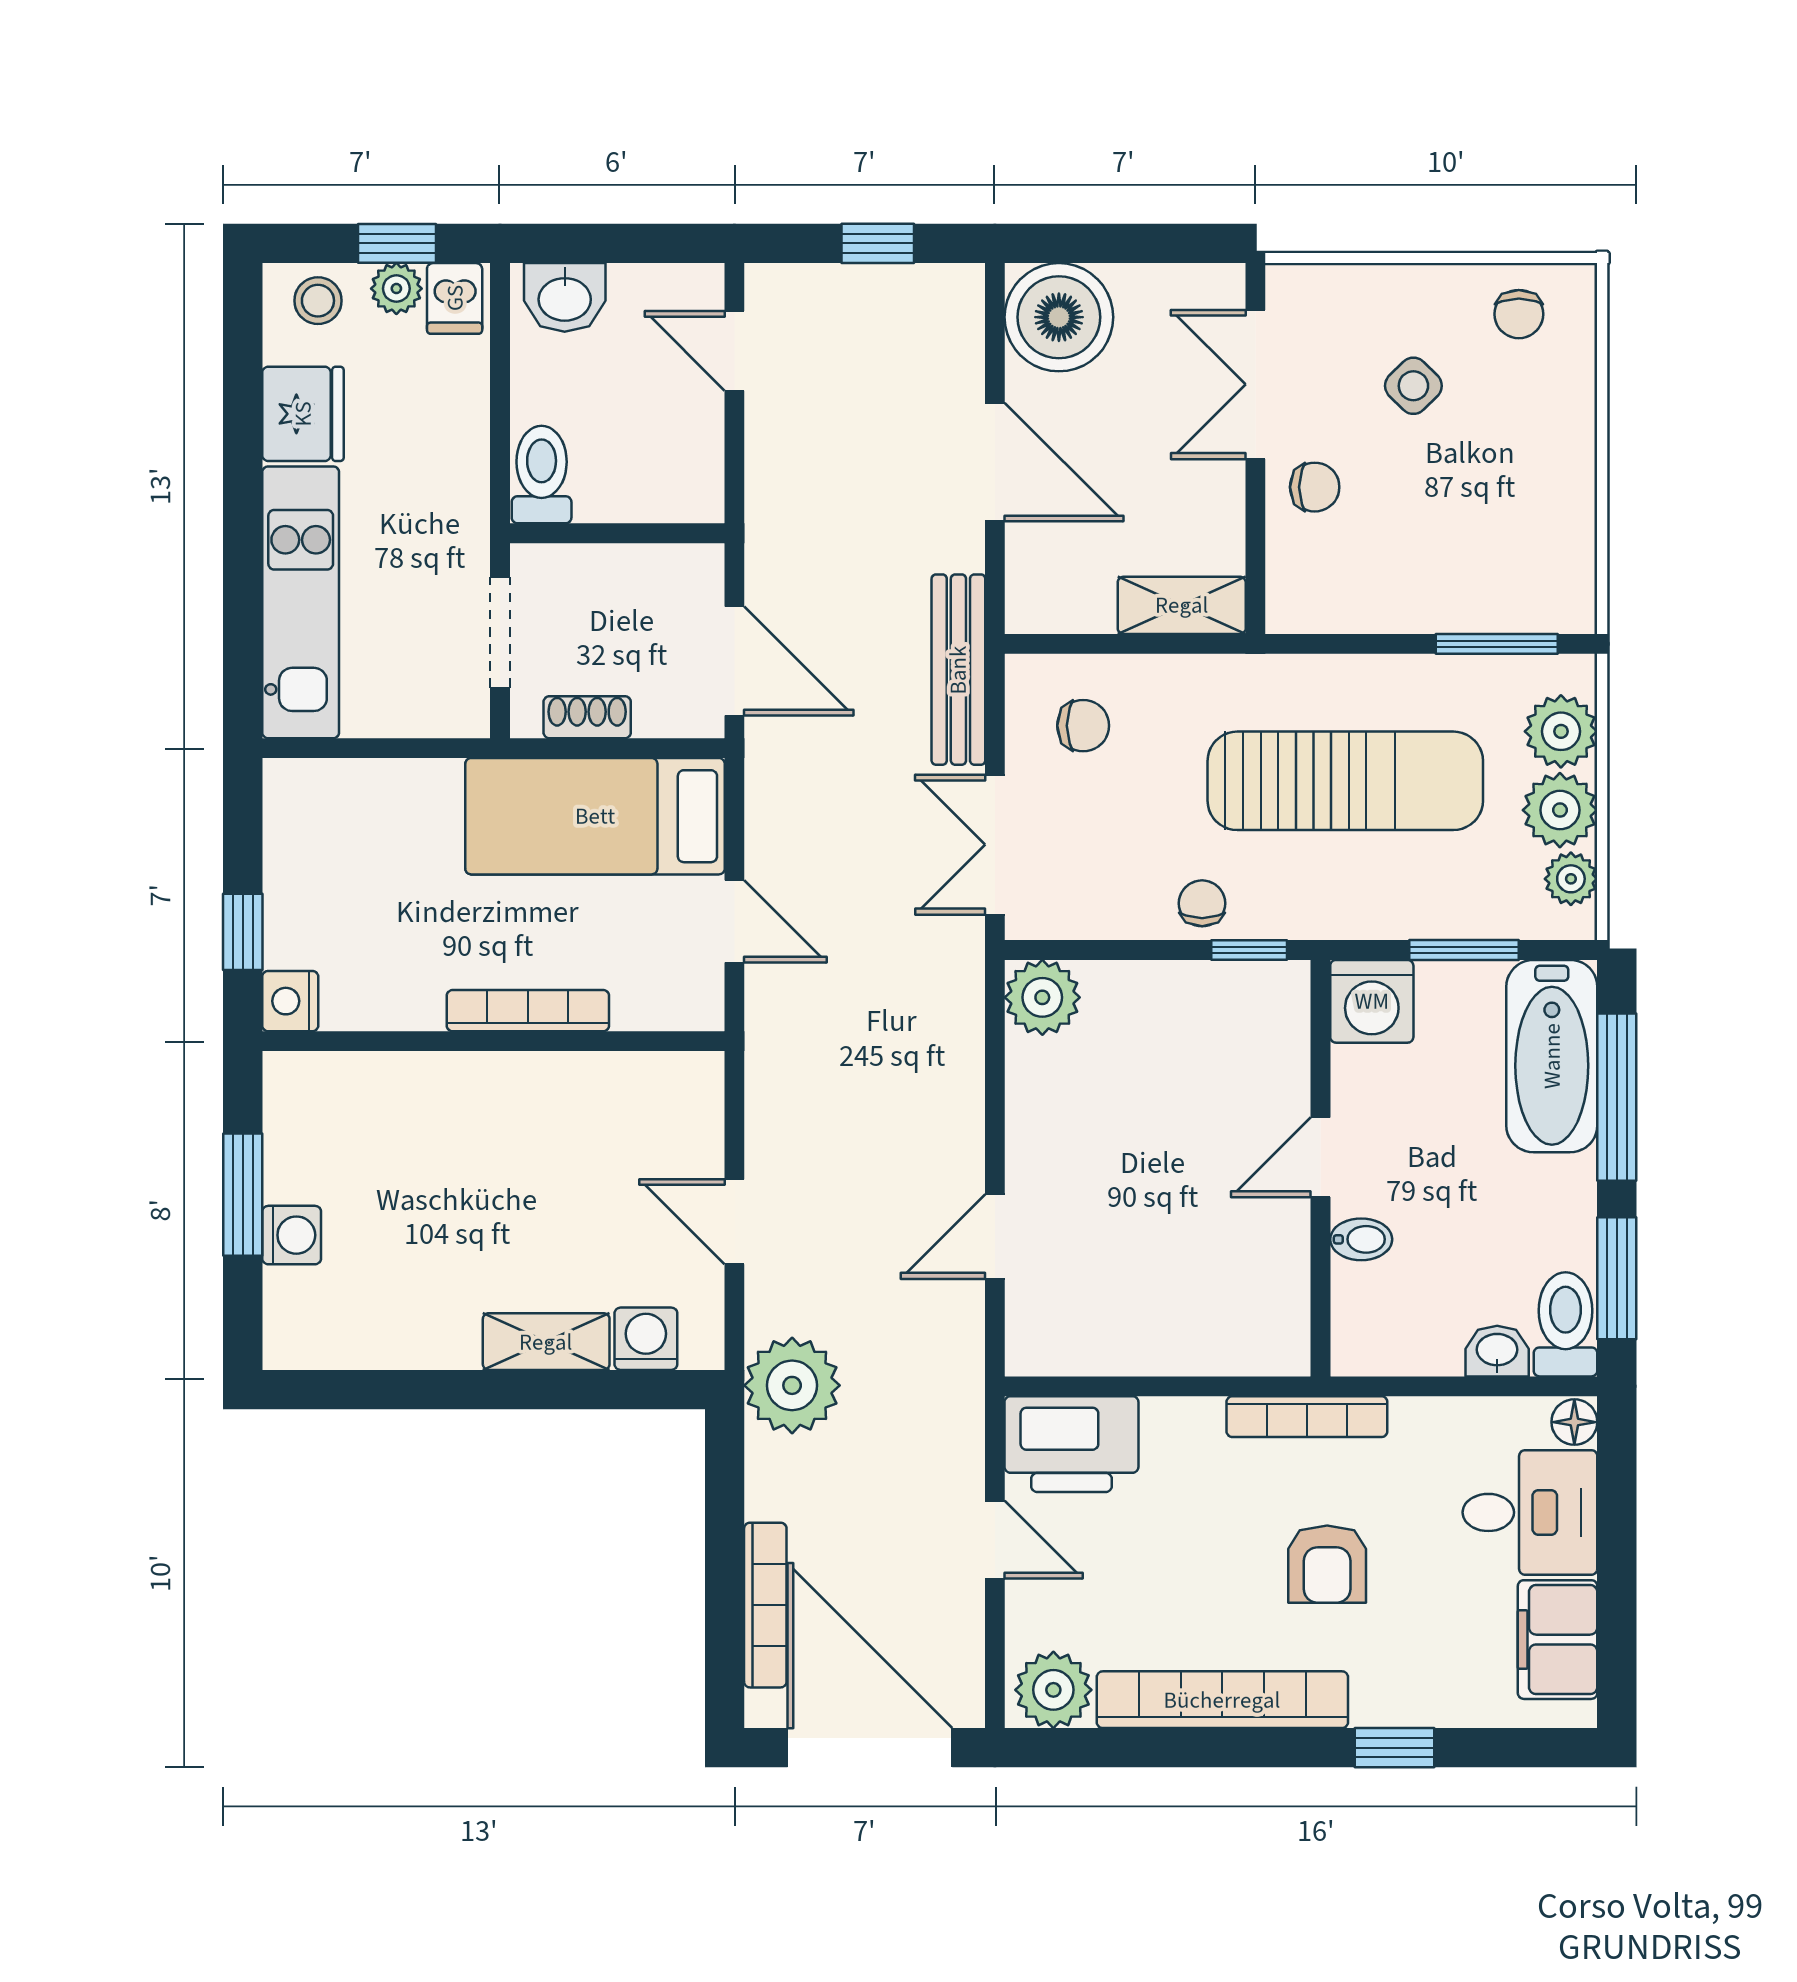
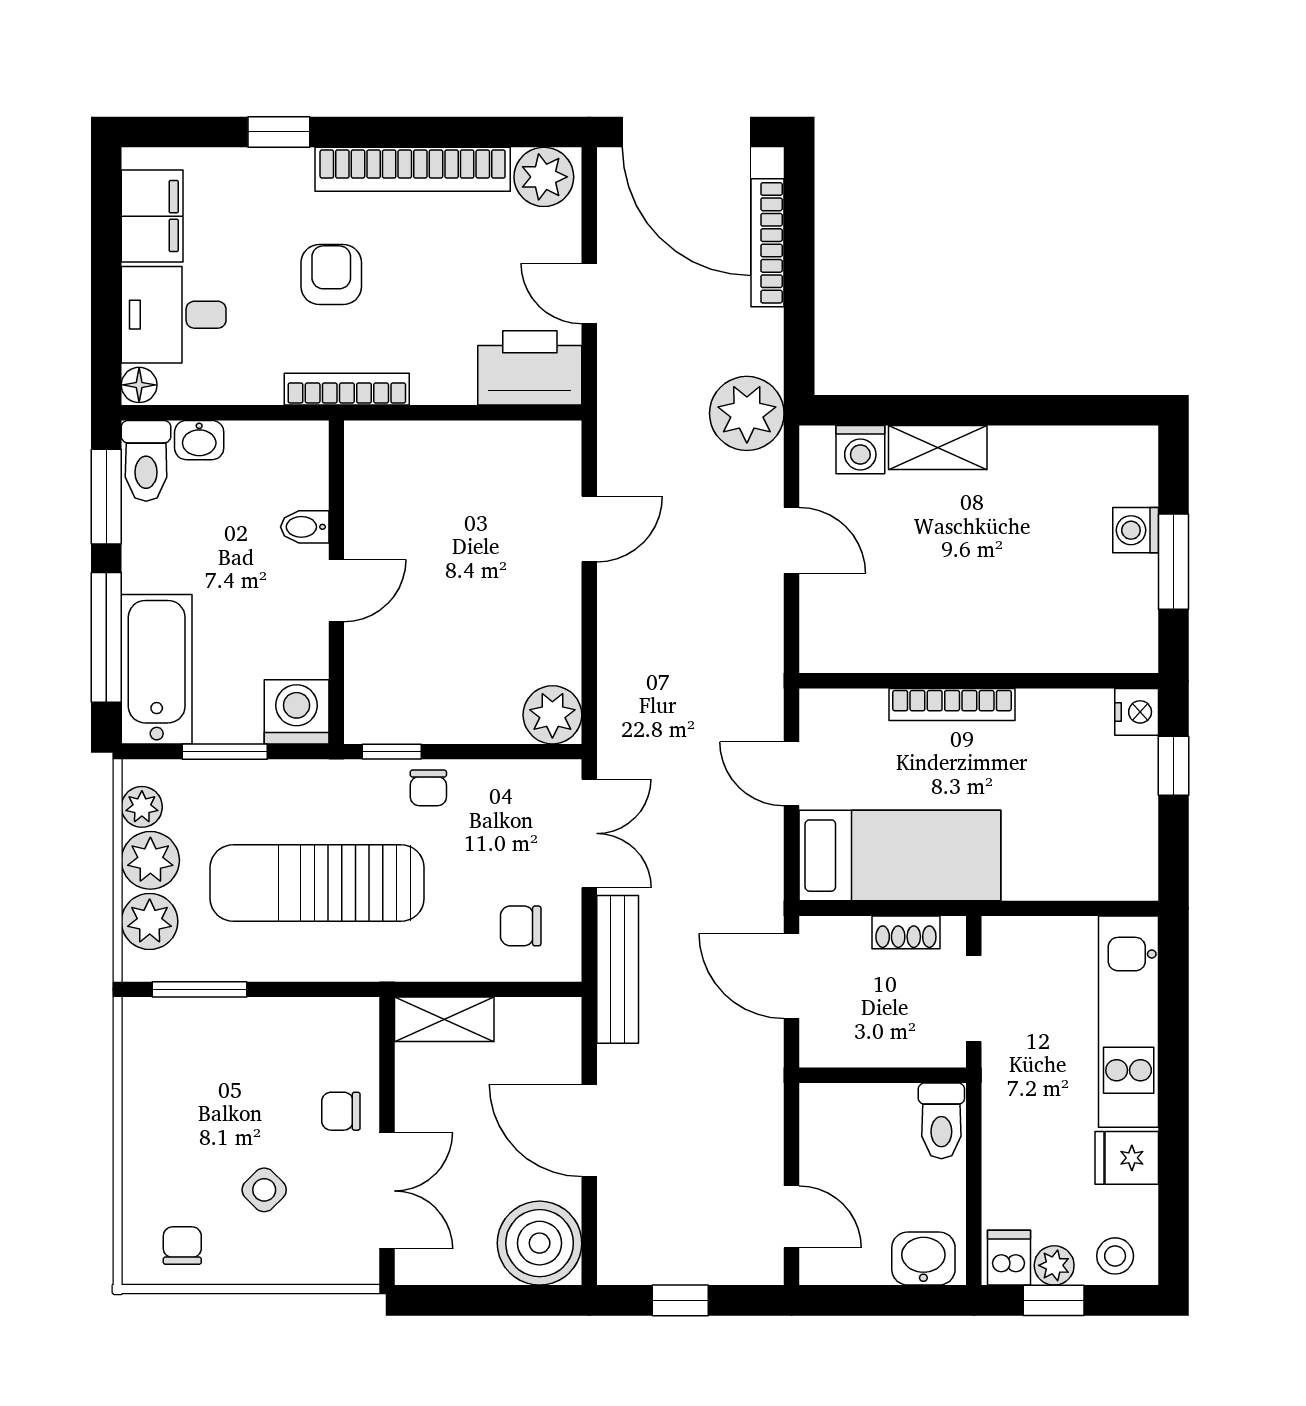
fridge: (303, 414) -> (1127, 1158), width x0.72

